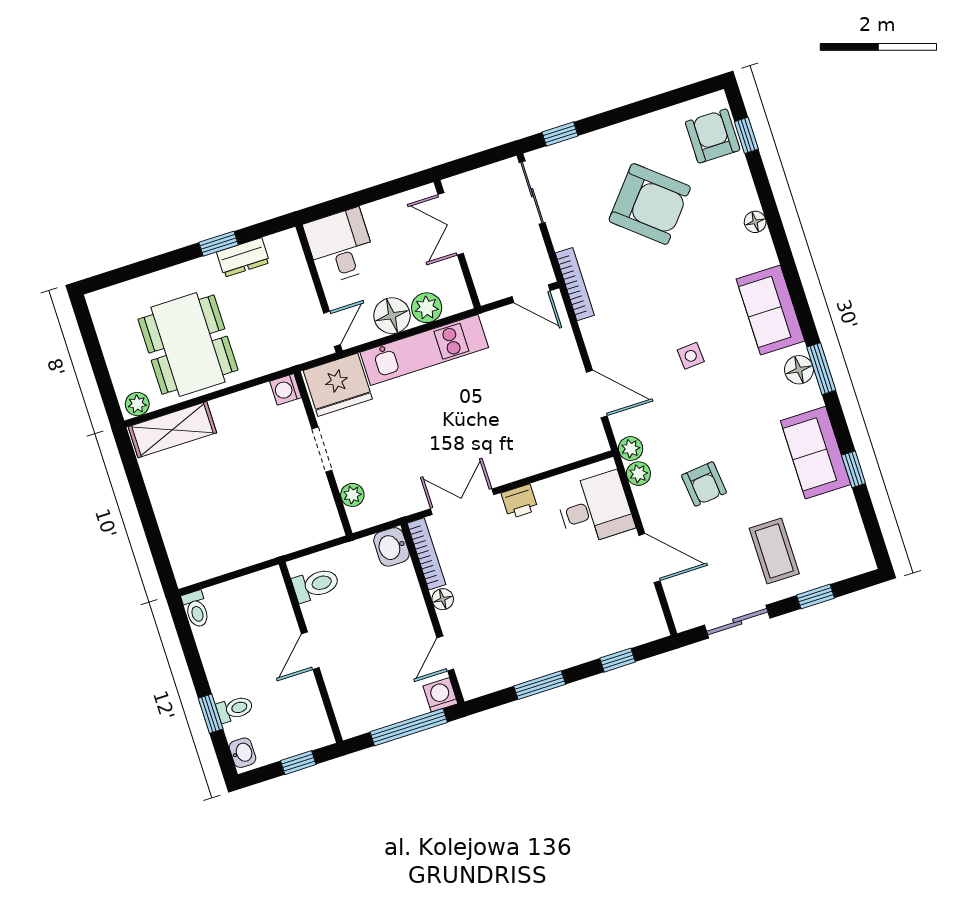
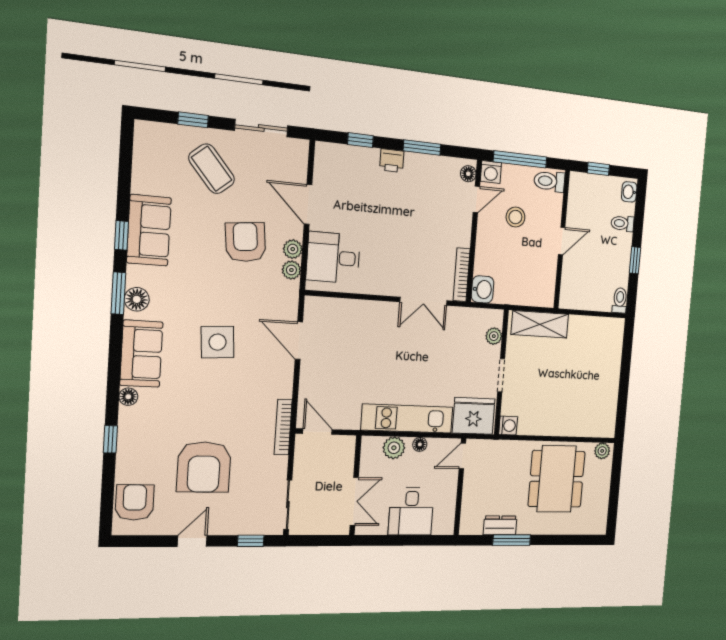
door: (629, 112) -> (192, 541), added
window: (746, 135) -> (110, 439), moved
armchair: (713, 136) -> (135, 502), turned 180
armchair: (650, 204) -> (204, 467), turned -130
floor lamp: (755, 222) -> (128, 397), moved
window: (219, 244) -> (512, 540), width x1.50
desk: (340, 246) -> (411, 511), moved
floor lamp: (392, 316) -> (420, 444), width x0.53, depth x0.53
side table: (691, 356) -> (218, 342), width x1.87, depth x1.87
shelving: (172, 430) -> (540, 324), moved
plant: (631, 449) -> (293, 249), moved
window: (854, 469) -> (122, 235), moved
armchair: (704, 484) -> (246, 242), width x1.38, depth x1.38
printer: (520, 501) -> (392, 161), moved, turned 180
coffee table: (774, 551) -> (212, 169), turned -40
toilet: (316, 585) -> (549, 181), moved
floor lamp: (443, 599) -> (468, 174), moved
stool: (385, 654) -> (515, 217), added
window: (211, 714) -> (635, 260), moved

